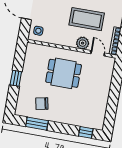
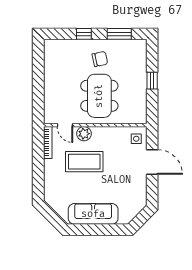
dining table: (64, 73) -> (99, 96), width x1.37
chair: (42, 104) -> (100, 59), moved
window: (86, 132) -> (84, 34), moved

